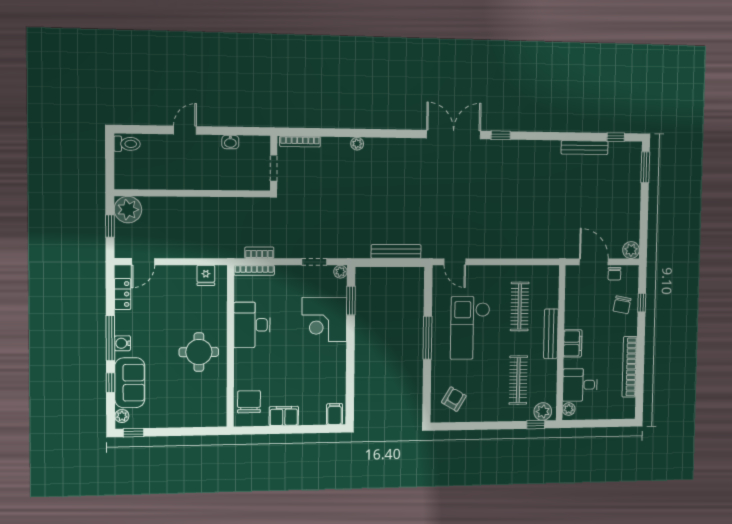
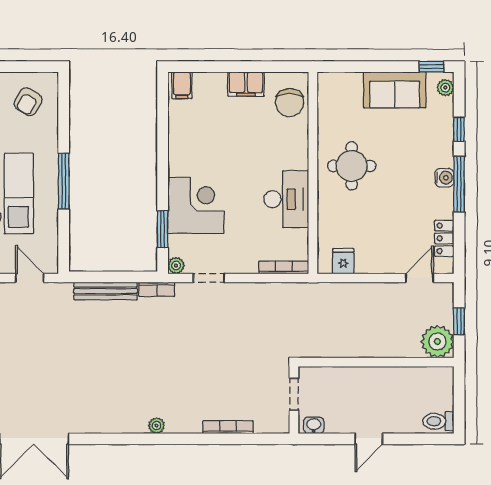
wall: (274, 163) -> (294, 400), moved
doorway: (274, 168) -> (294, 394), moved
bookcase: (259, 253) -> (157, 289), moved
sofa: (130, 383) -> (395, 90), moved, turned -90

